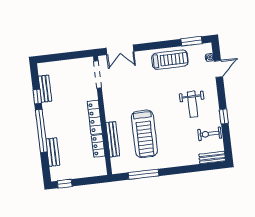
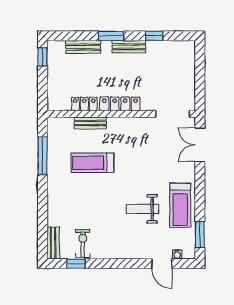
bench: (45, 89) -> (129, 47), moved
weight bench: (193, 104) -> (142, 209), moved
window: (224, 116) -> (76, 264), moved
window: (41, 131) -> (111, 36), width x0.47
treadmill: (144, 134) -> (92, 163), width x0.73, depth x0.73
bench: (113, 139) -> (90, 123), width x0.73

